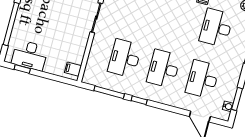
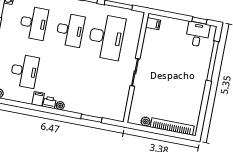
desk: (30, 55) -> (198, 34), width x0.73
desk: (125, 58) -> (106, 37), width x1.36, depth x1.30

